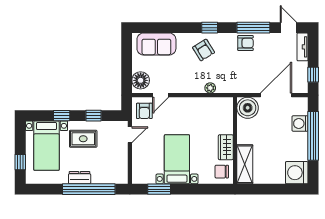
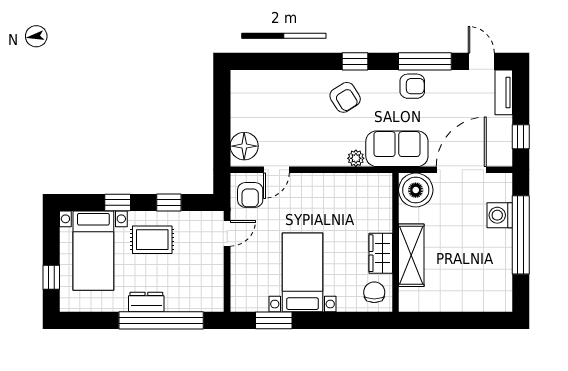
sofa: (156, 44) -> (397, 149), moved, turned 180
shelving: (245, 164) -> (411, 255), moved
chair: (222, 172) -> (374, 292), turned 90
washing machine: (297, 173) -> (494, 294), removed

